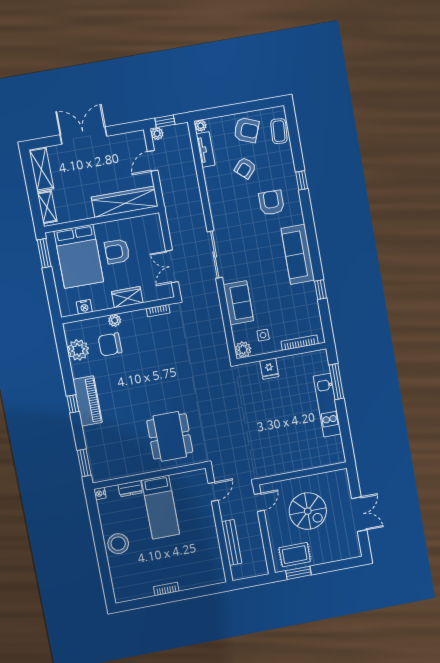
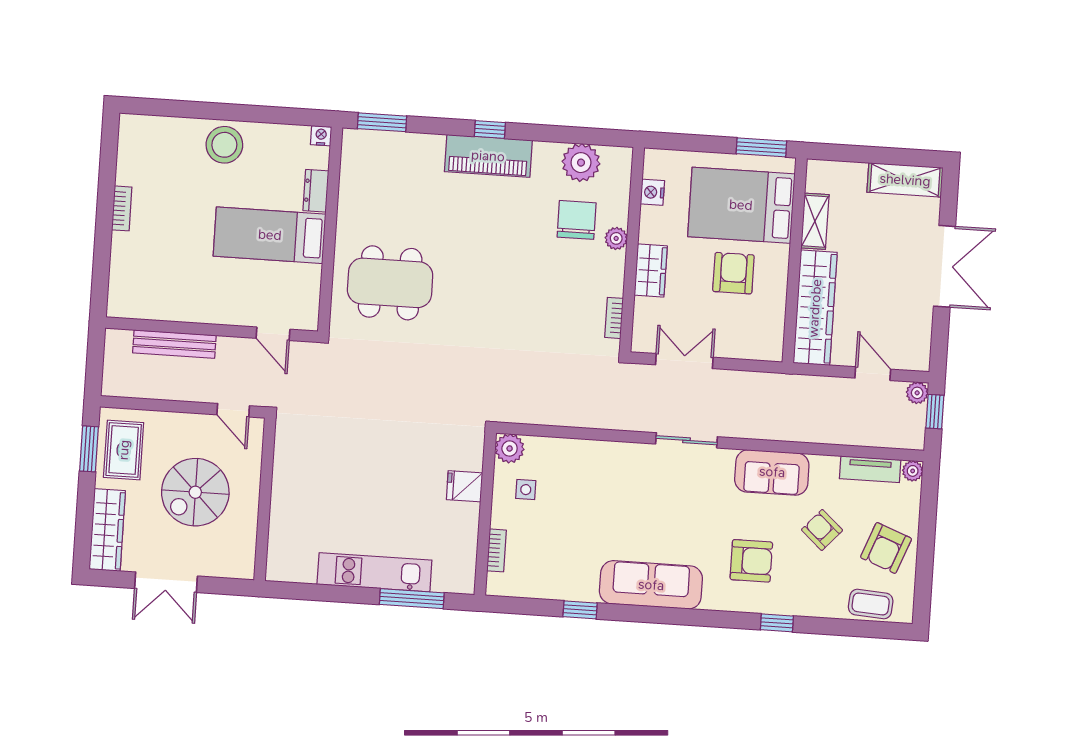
shelving: (47, 207) -> (815, 221), moved, turned 90
sliding door: (215, 254) -> (687, 440), width x0.73
sofa: (238, 303) -> (772, 472), moved
bookcase: (300, 343) -> (497, 550), width x0.64
wardrobe: (339, 552) -> (107, 530), added

